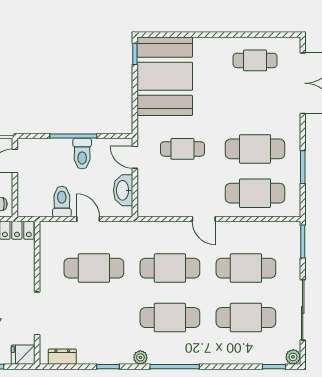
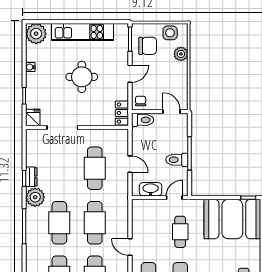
toilet: (62, 201) -> (143, 120), moved
door: (88, 219) -> (130, 164), hinge flipped
door: (204, 219) -> (130, 247), hinge flipped
dresser: (62, 357) -> (31, 177), moved
plant: (140, 357) -> (35, 197), width x1.88, depth x1.88

